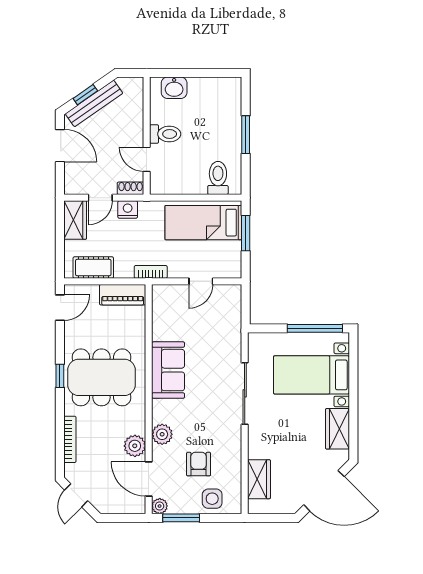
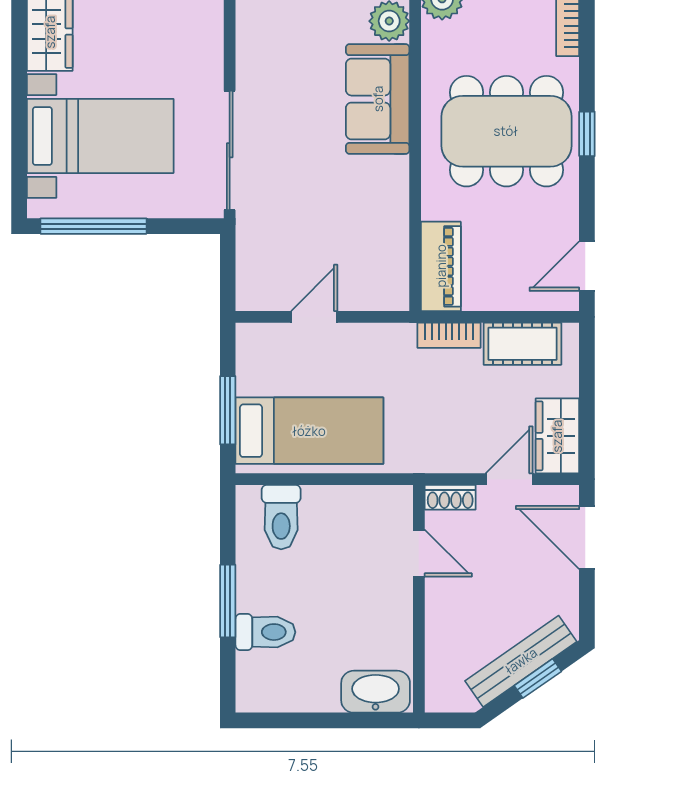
washbasin: (174, 88) -> (376, 692), width x1.38
toilet: (165, 134) -> (265, 632), moved, turned 180
door: (60, 146) -> (587, 537), moved
nightstand: (128, 209) -> (456, 456), removed
bookcase: (151, 272) -> (449, 335), moved
piano: (123, 295) -> (441, 266), moved, turned 90
sofa: (168, 370) -> (378, 99), moved
sliding door: (245, 393) -> (230, 150), moved

